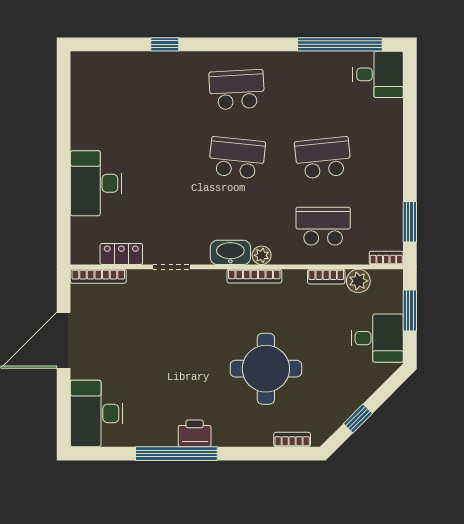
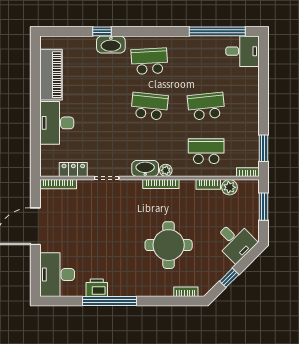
washbasin: (178, 64) -> (111, 44), added
piano: (87, 110) -> (51, 75), added
desk: (377, 338) -> (235, 241), moved, turned 45
printer: (195, 433) -> (97, 288), moved

